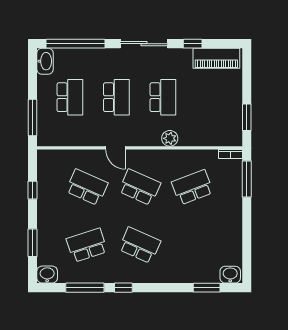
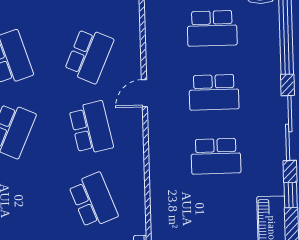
plant: (170, 138) -> (160, 167), removed
school desk: (140, 187) -> (91, 128), turned -36

